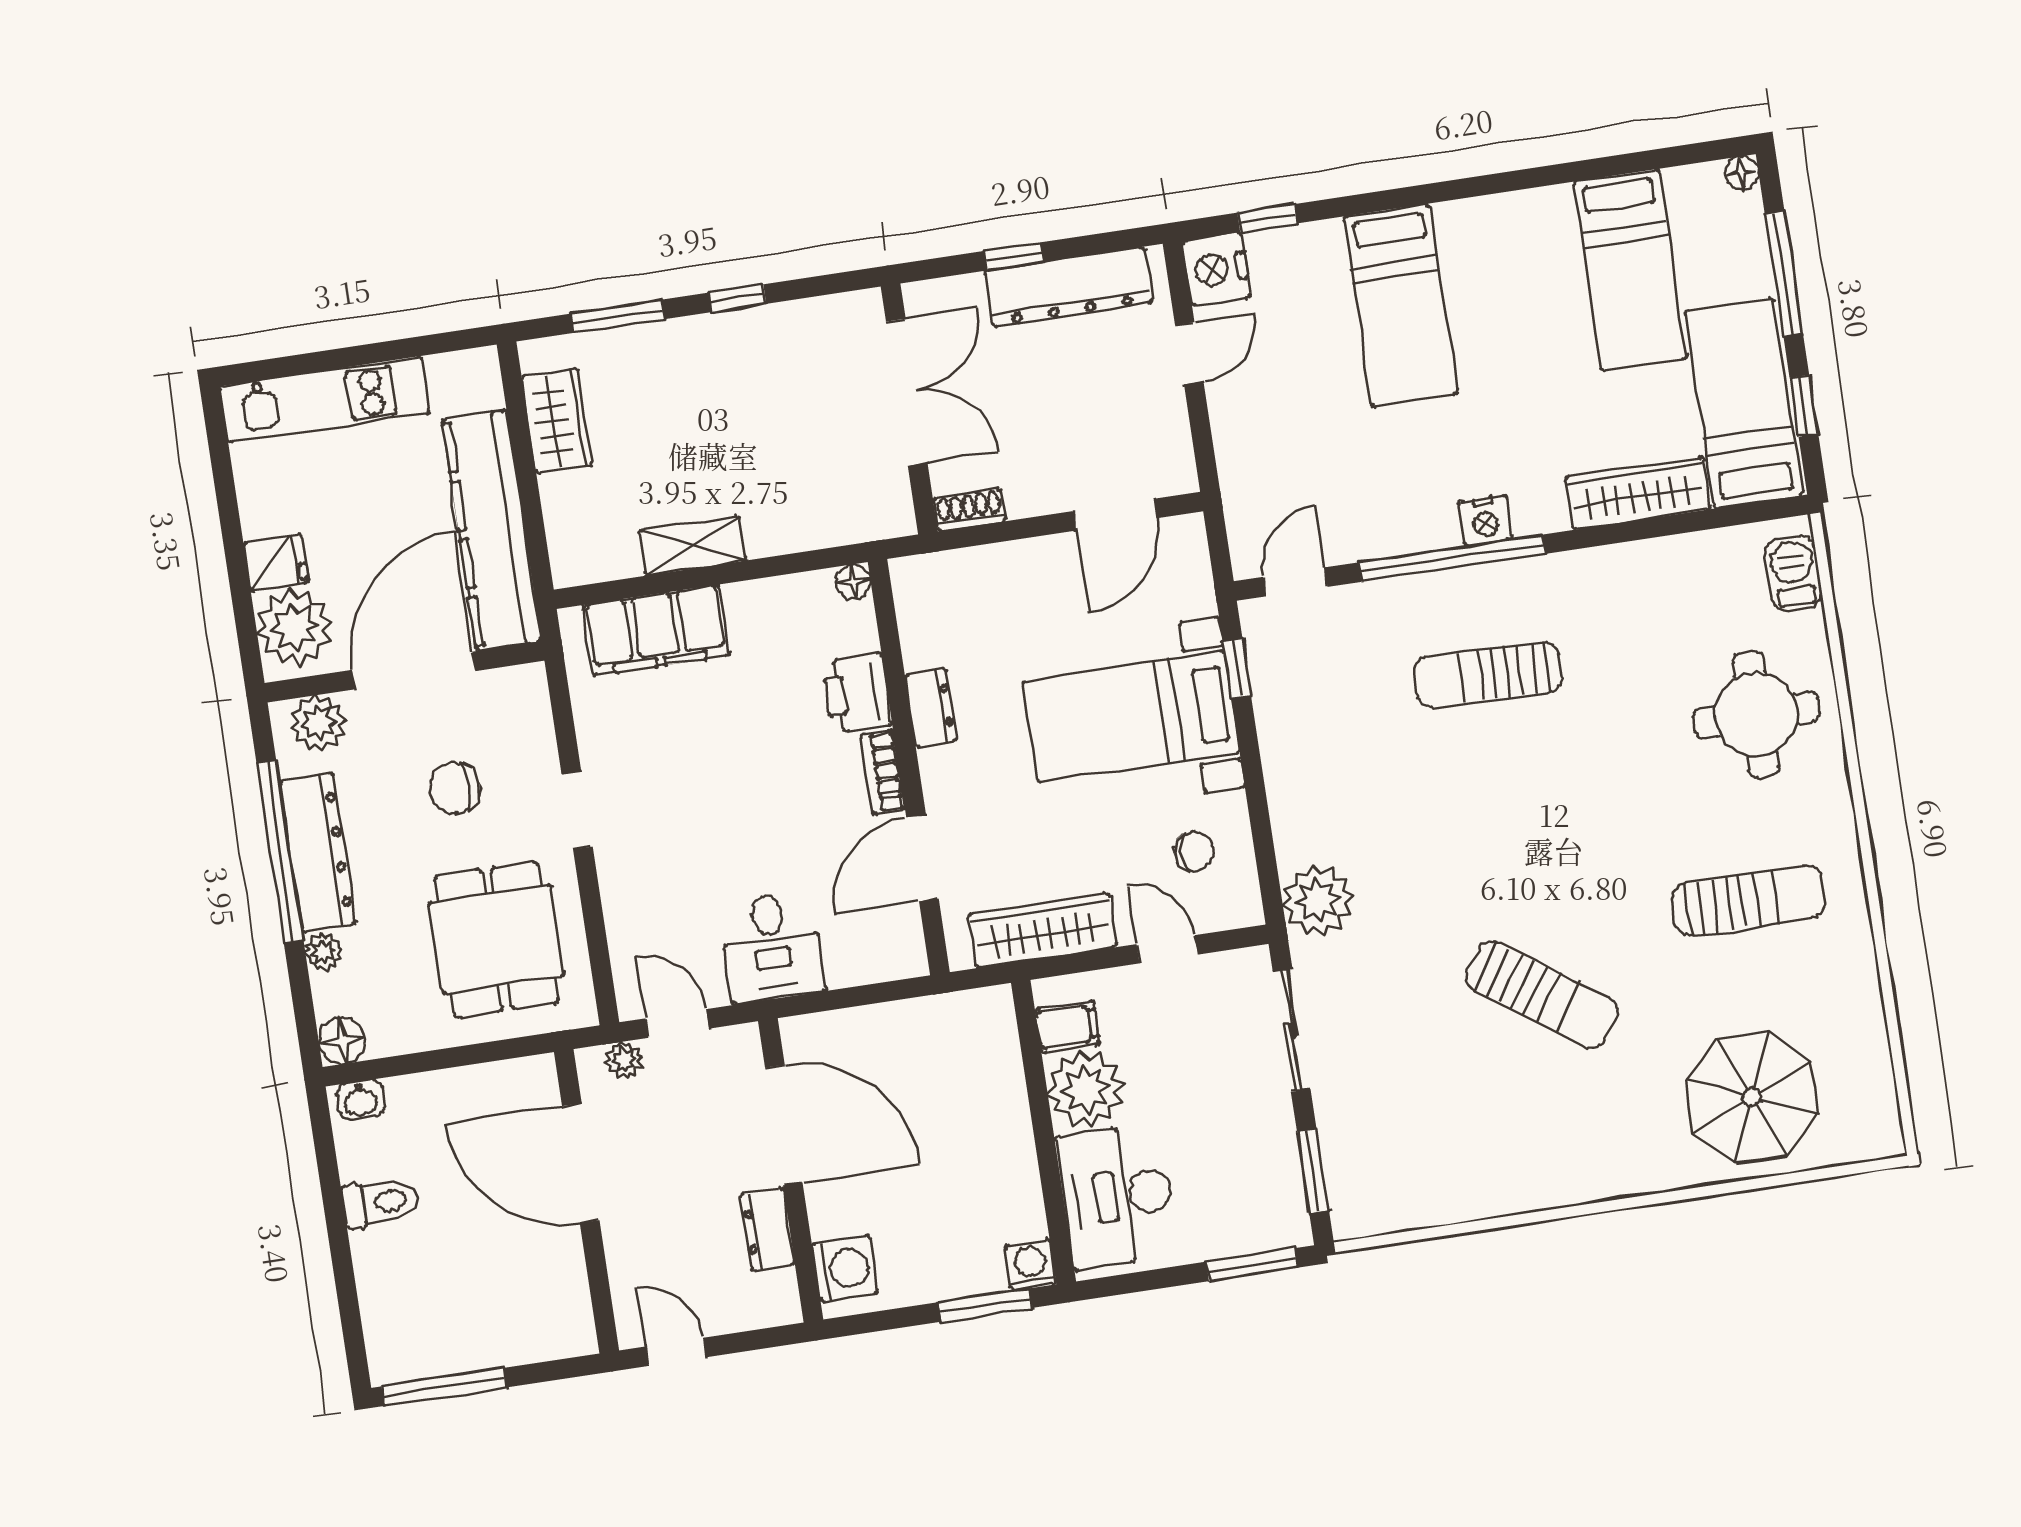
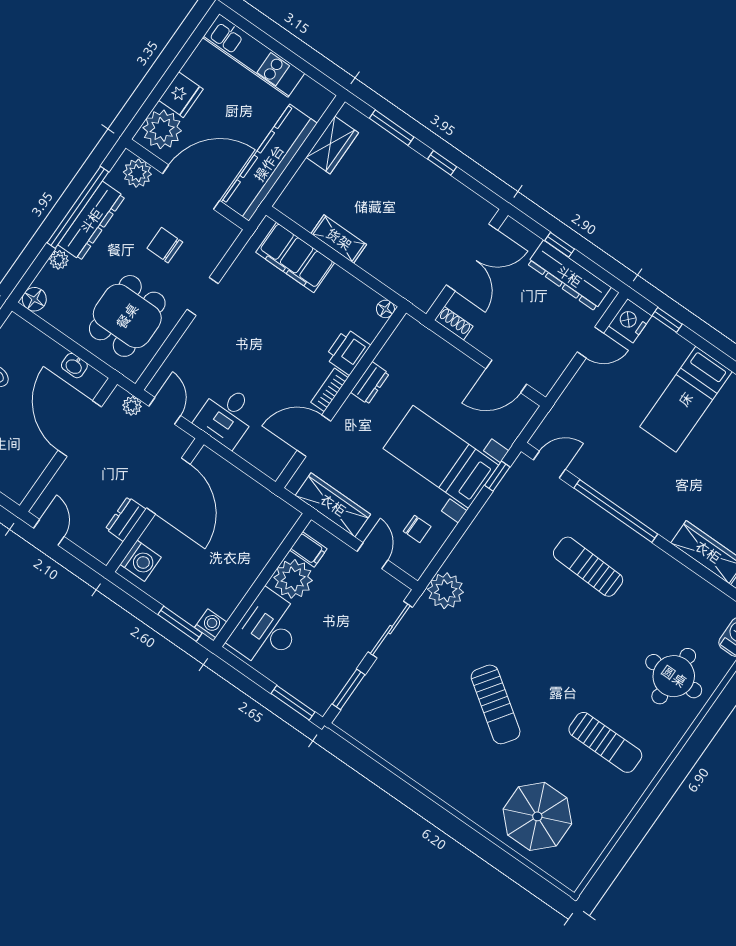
nightstand: (1485, 520) -> (642, 509), removed
fridge: (276, 563) -> (181, 95), width x1.38
washbasin: (361, 1100) -> (74, 366), moved

